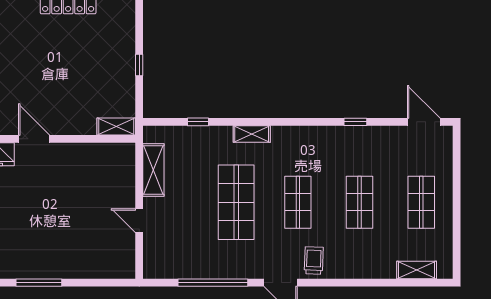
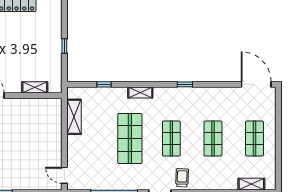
window: (355, 122) -> (185, 84), moved
door: (424, 122) -> (256, 84), width x1.36
shelving: (116, 126) -> (35, 87), moved
door: (139, 221) -> (64, 175), moved

